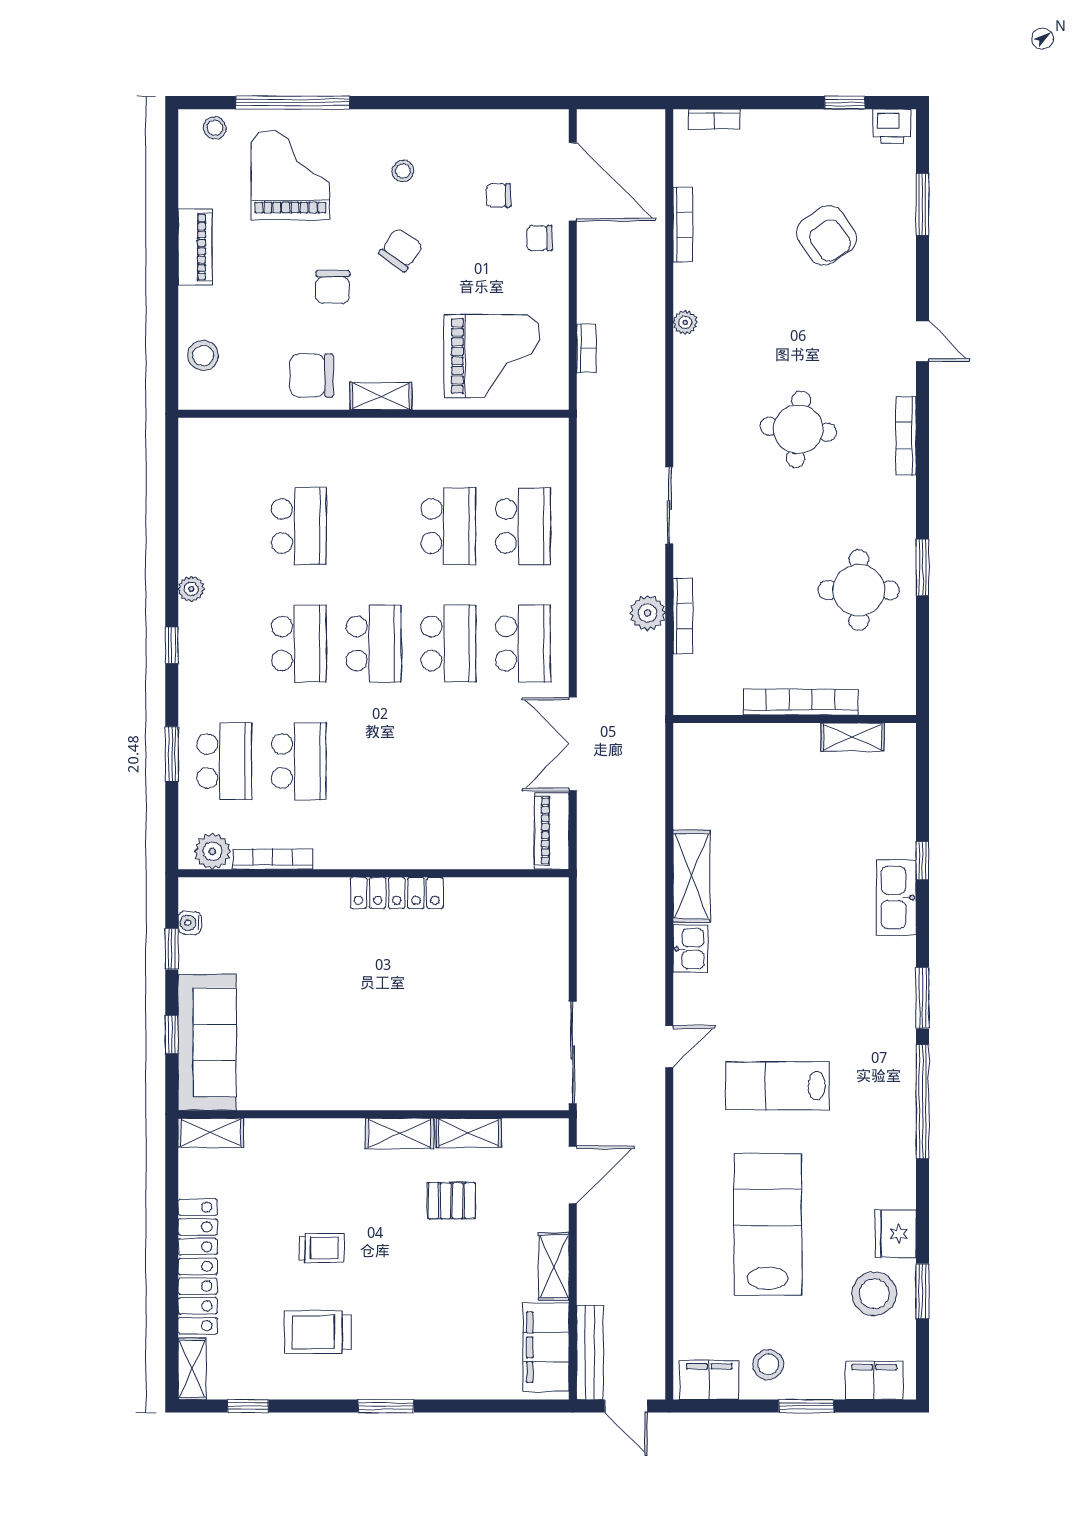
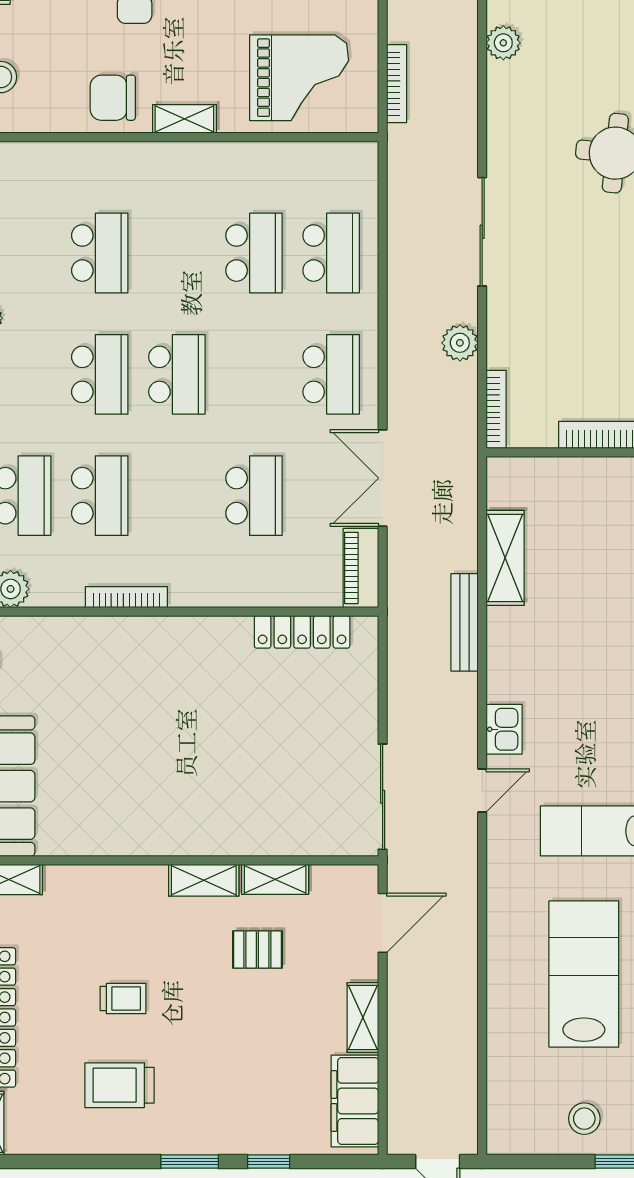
plant: (685, 322) -> (503, 43), width x1.38, depth x1.38
bookcase: (586, 348) -> (397, 84), width x1.56
sliding door: (669, 505) -> (482, 232), width x1.37
bookcase: (683, 616) -> (496, 409), moved
school desk: (448, 643) -> (254, 496), moved
bookcase: (273, 859) -> (126, 597), moved
shelving: (691, 876) -> (505, 558), moved
locker: (397, 893) -> (302, 632), moved
kitchen sink: (691, 949) -> (504, 729), moved
bench: (590, 1352) -> (465, 622), moved
filing cabinet: (709, 1380) -> (523, 1135), removed
window: (248, 1406) -> (269, 1162), moved

